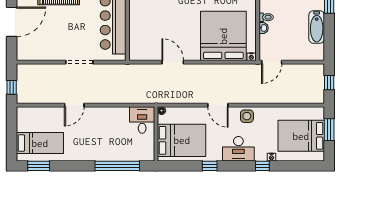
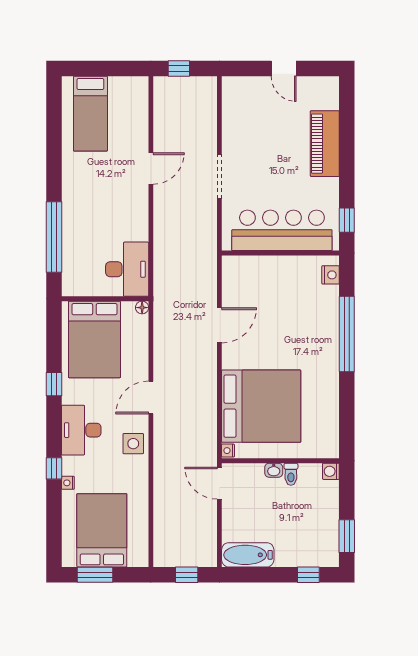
door: (12, 22) -> (284, 68), width x0.53
bathtub: (317, 27) -> (248, 555), moved
door: (74, 105) -> (151, 168), swing flipped
desk: (142, 120) -> (127, 269), width x1.37
window: (329, 130) -> (95, 575), moved
window: (39, 166) -> (54, 111), removed

